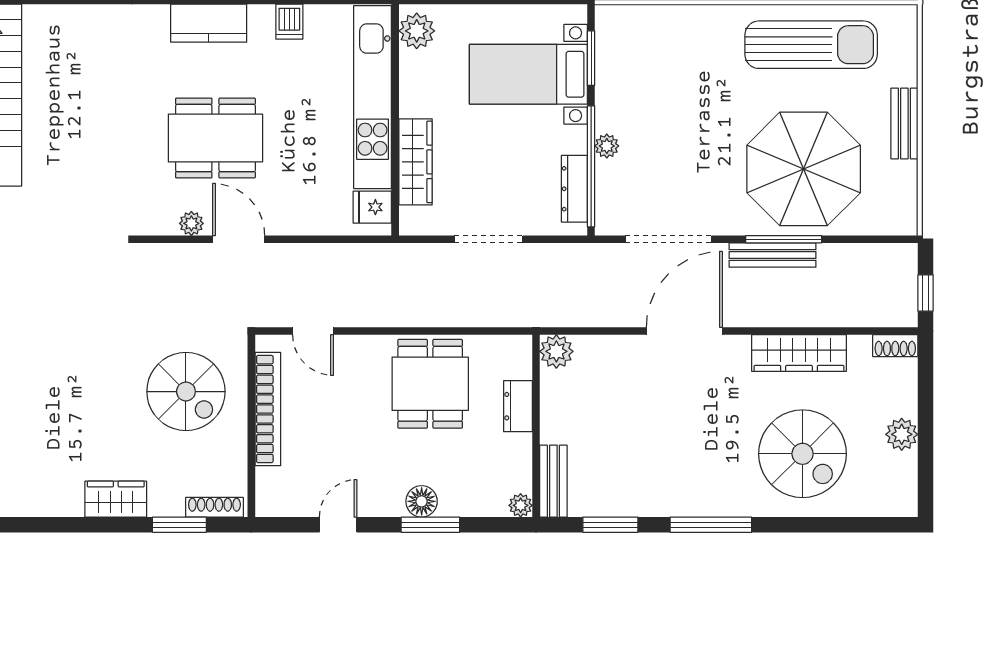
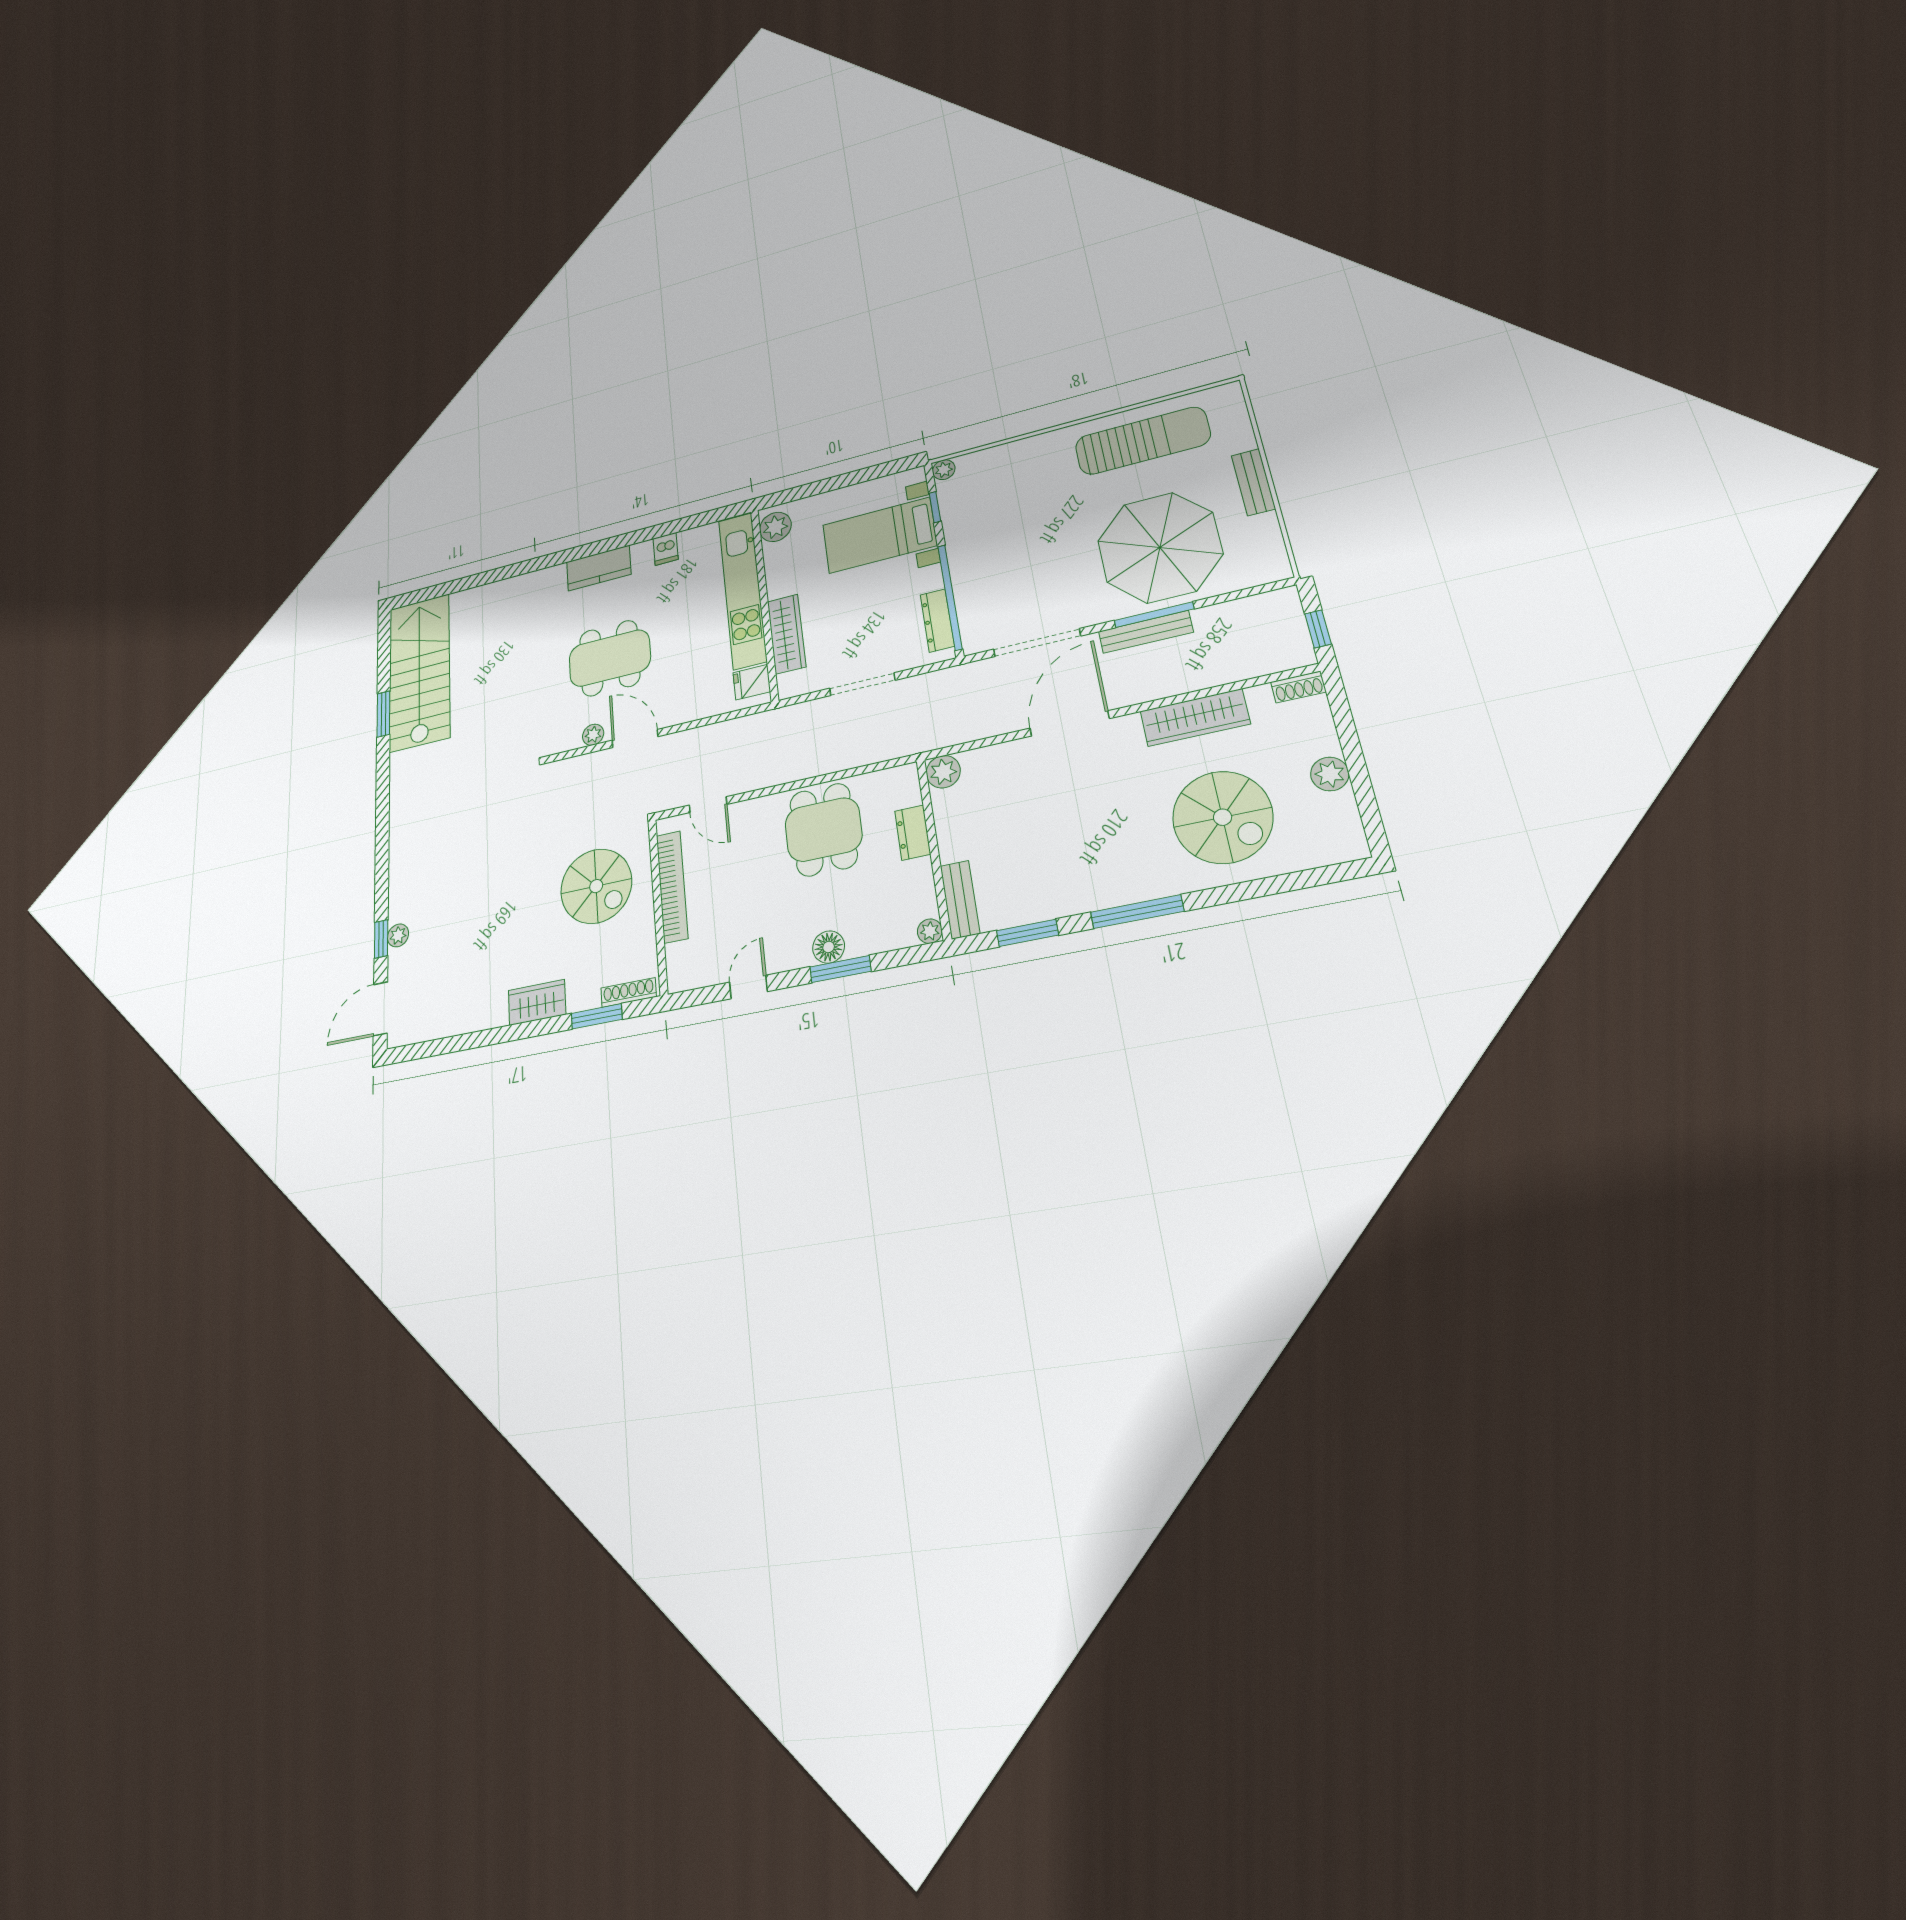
window: (591, 58) -> (935, 507), width x0.67
plant: (607, 146) -> (944, 470), moved

